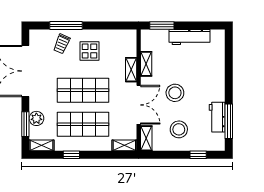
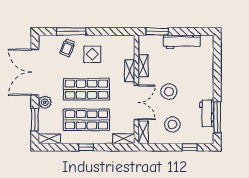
plant: (36, 118) -> (45, 102), moved
window: (71, 155) -> (86, 147), moved

